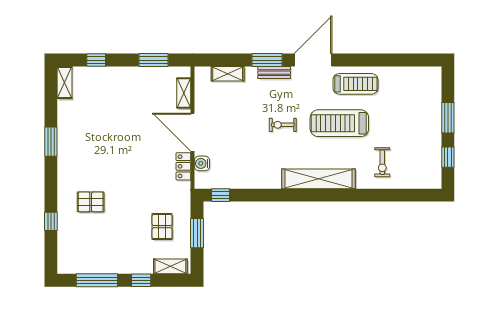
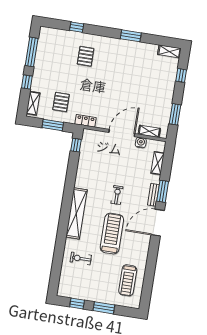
door: (313, 60) -> (158, 223), swing flipped
treadmill: (355, 84) -> (128, 280), moved
water cooler: (202, 163) -> (141, 143), moved
locker: (183, 166) -> (86, 121), moved
pallet: (162, 227) -> (61, 102), turned 90

